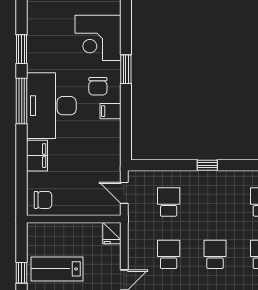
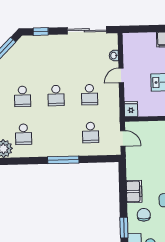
filing cabinet: (110, 111) -> (134, 191), width x2.00
window: (207, 165) -> (63, 160), width x2.17

